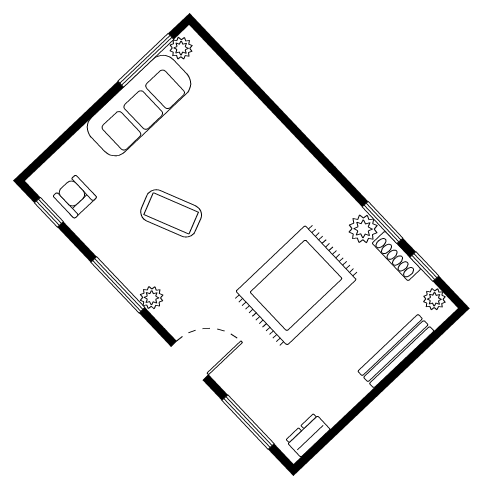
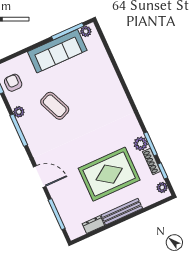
rug: (296, 285) -> (109, 174), moved
plant: (152, 298) -> (19, 112), moved
bench: (396, 351) -> (122, 212), moved
dresser: (308, 435) -> (93, 225), moved

